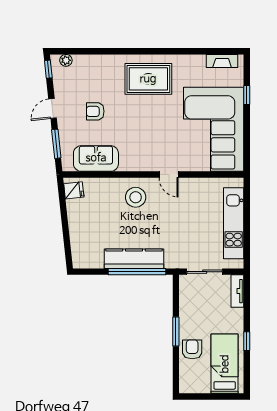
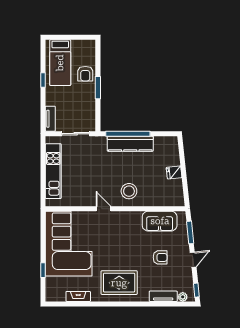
tv unit: (91, 61) -> (163, 296), added
fireplace: (222, 61) -> (78, 296), moved
fridge: (74, 190) -> (174, 172), moved

